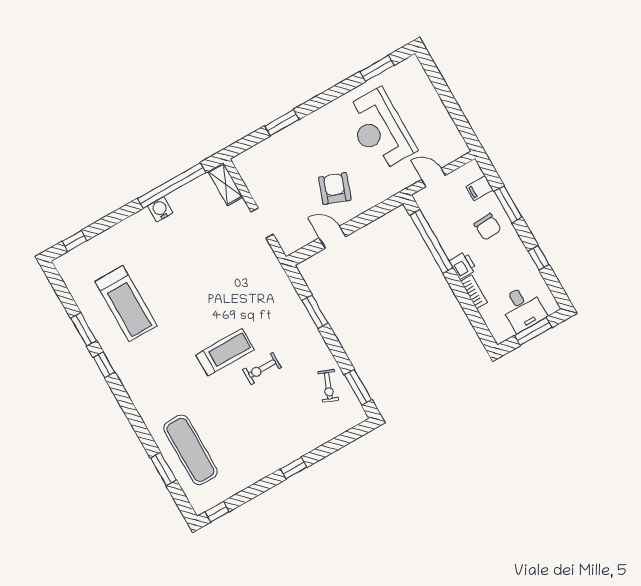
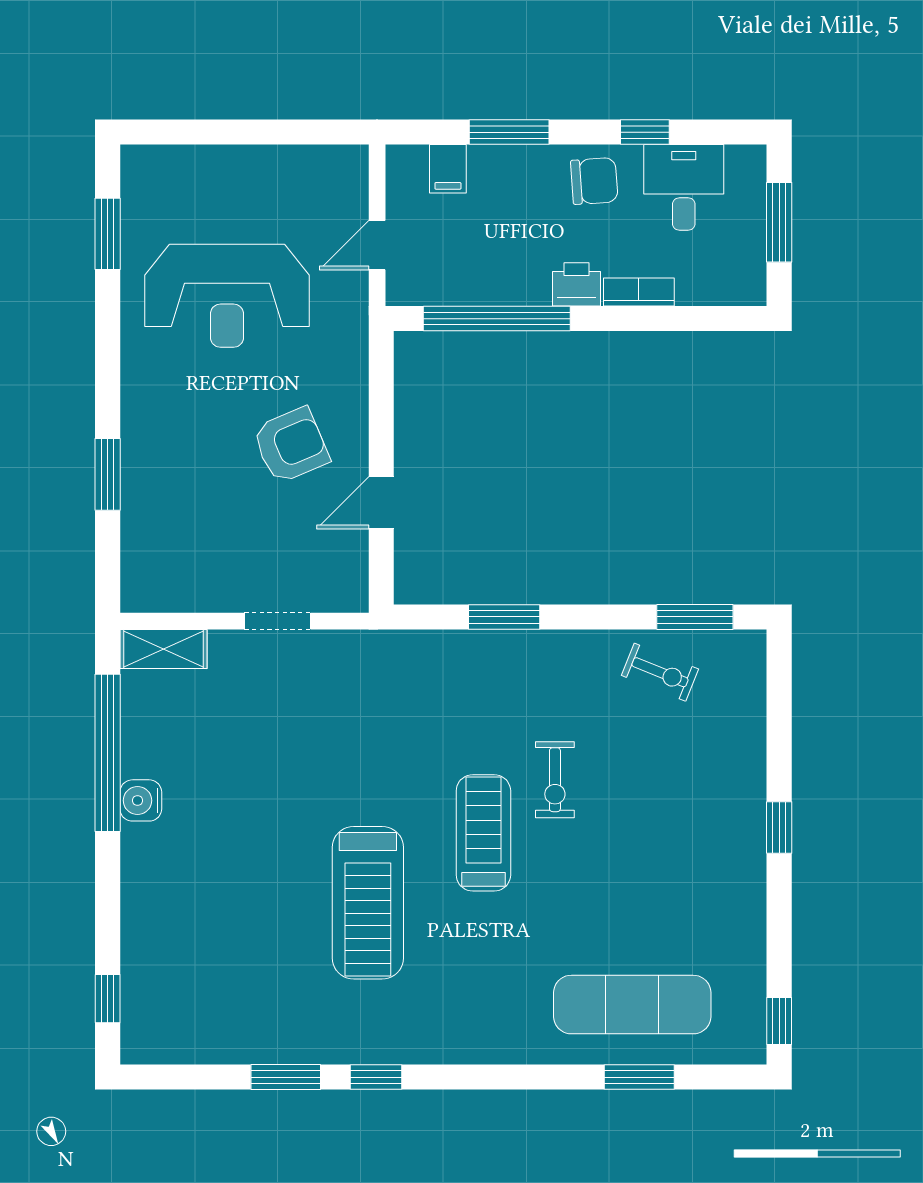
armchair: (335, 189) -> (291, 445), turned 137
chair: (488, 227) -> (594, 181), moved
treadmill: (126, 304) -> (368, 903), moved, turned 90
desk: (523, 308) -> (684, 187), moved, turned -90

